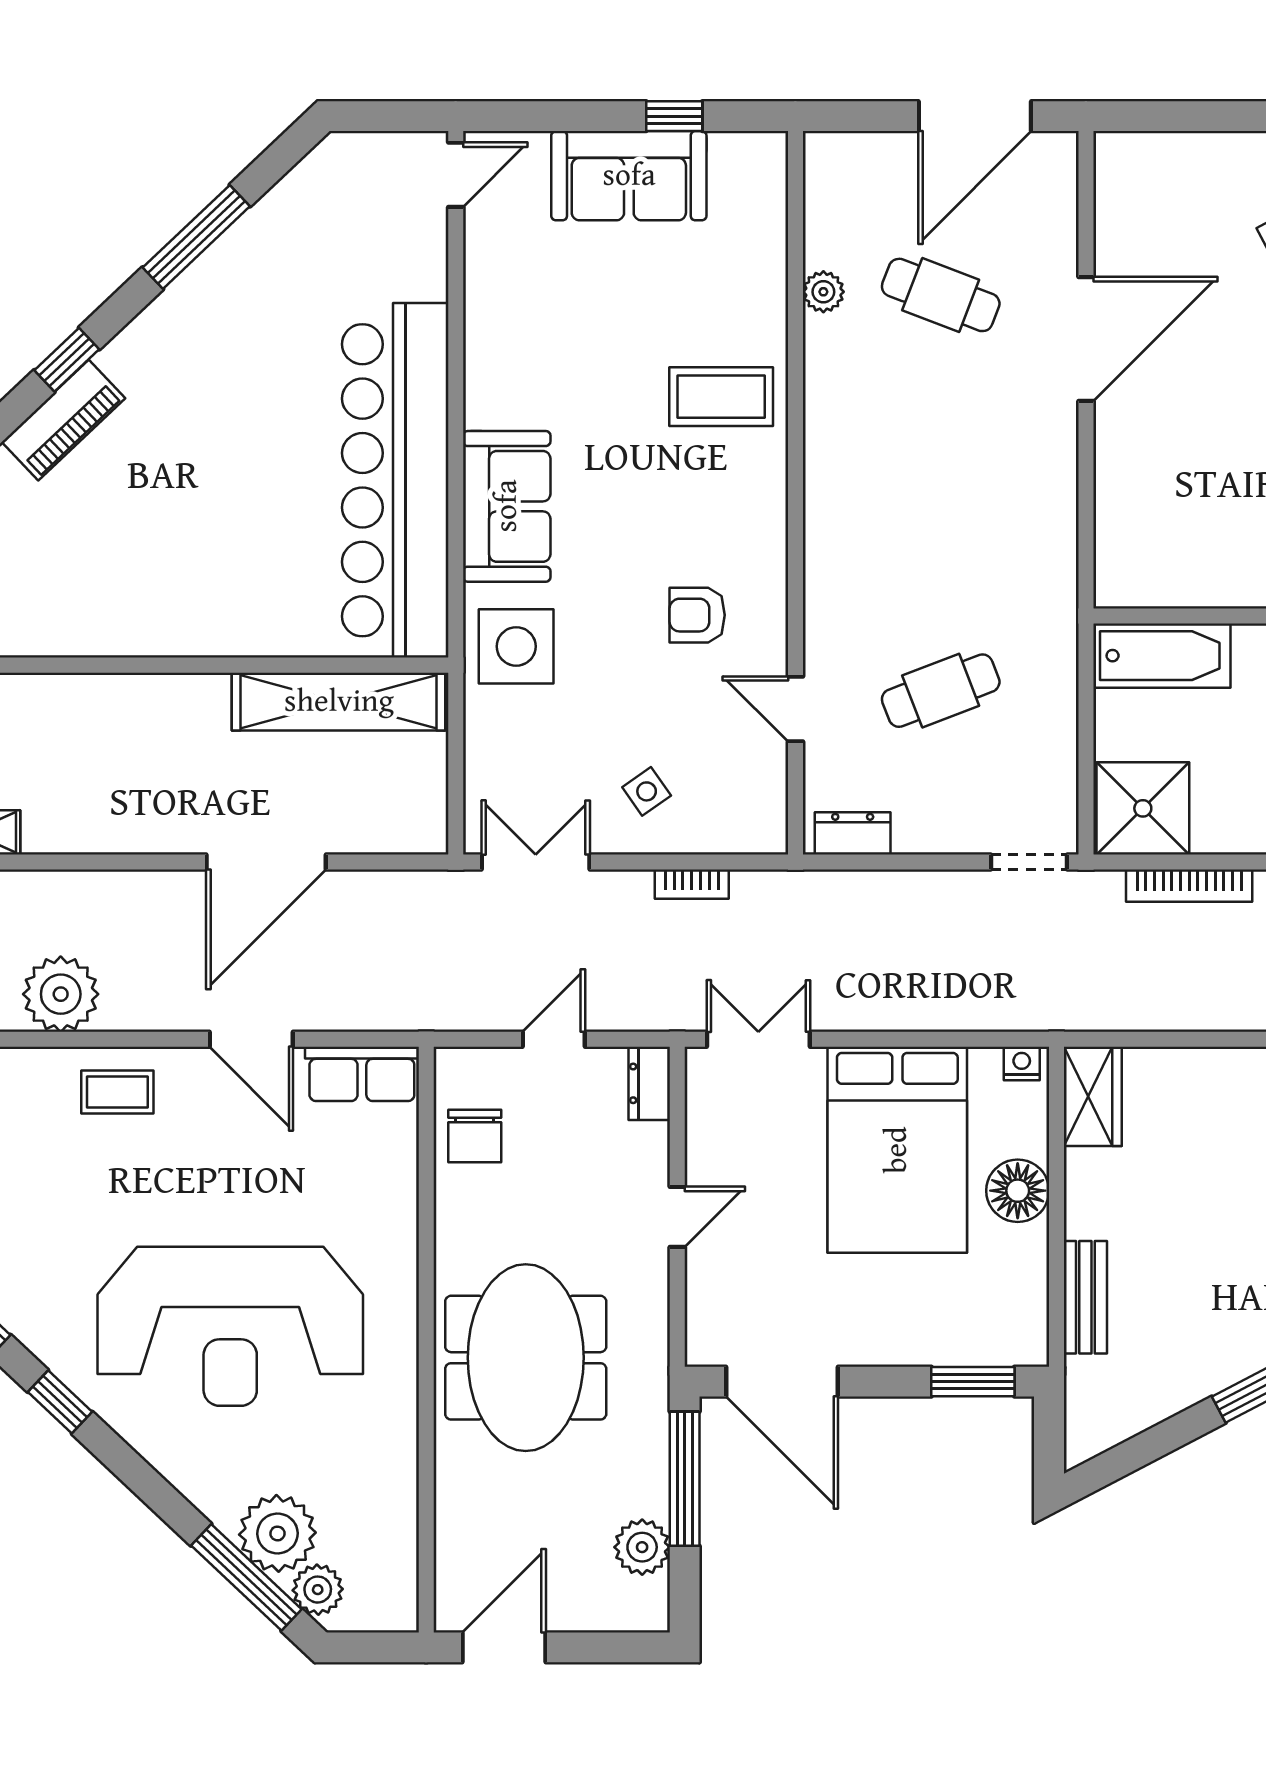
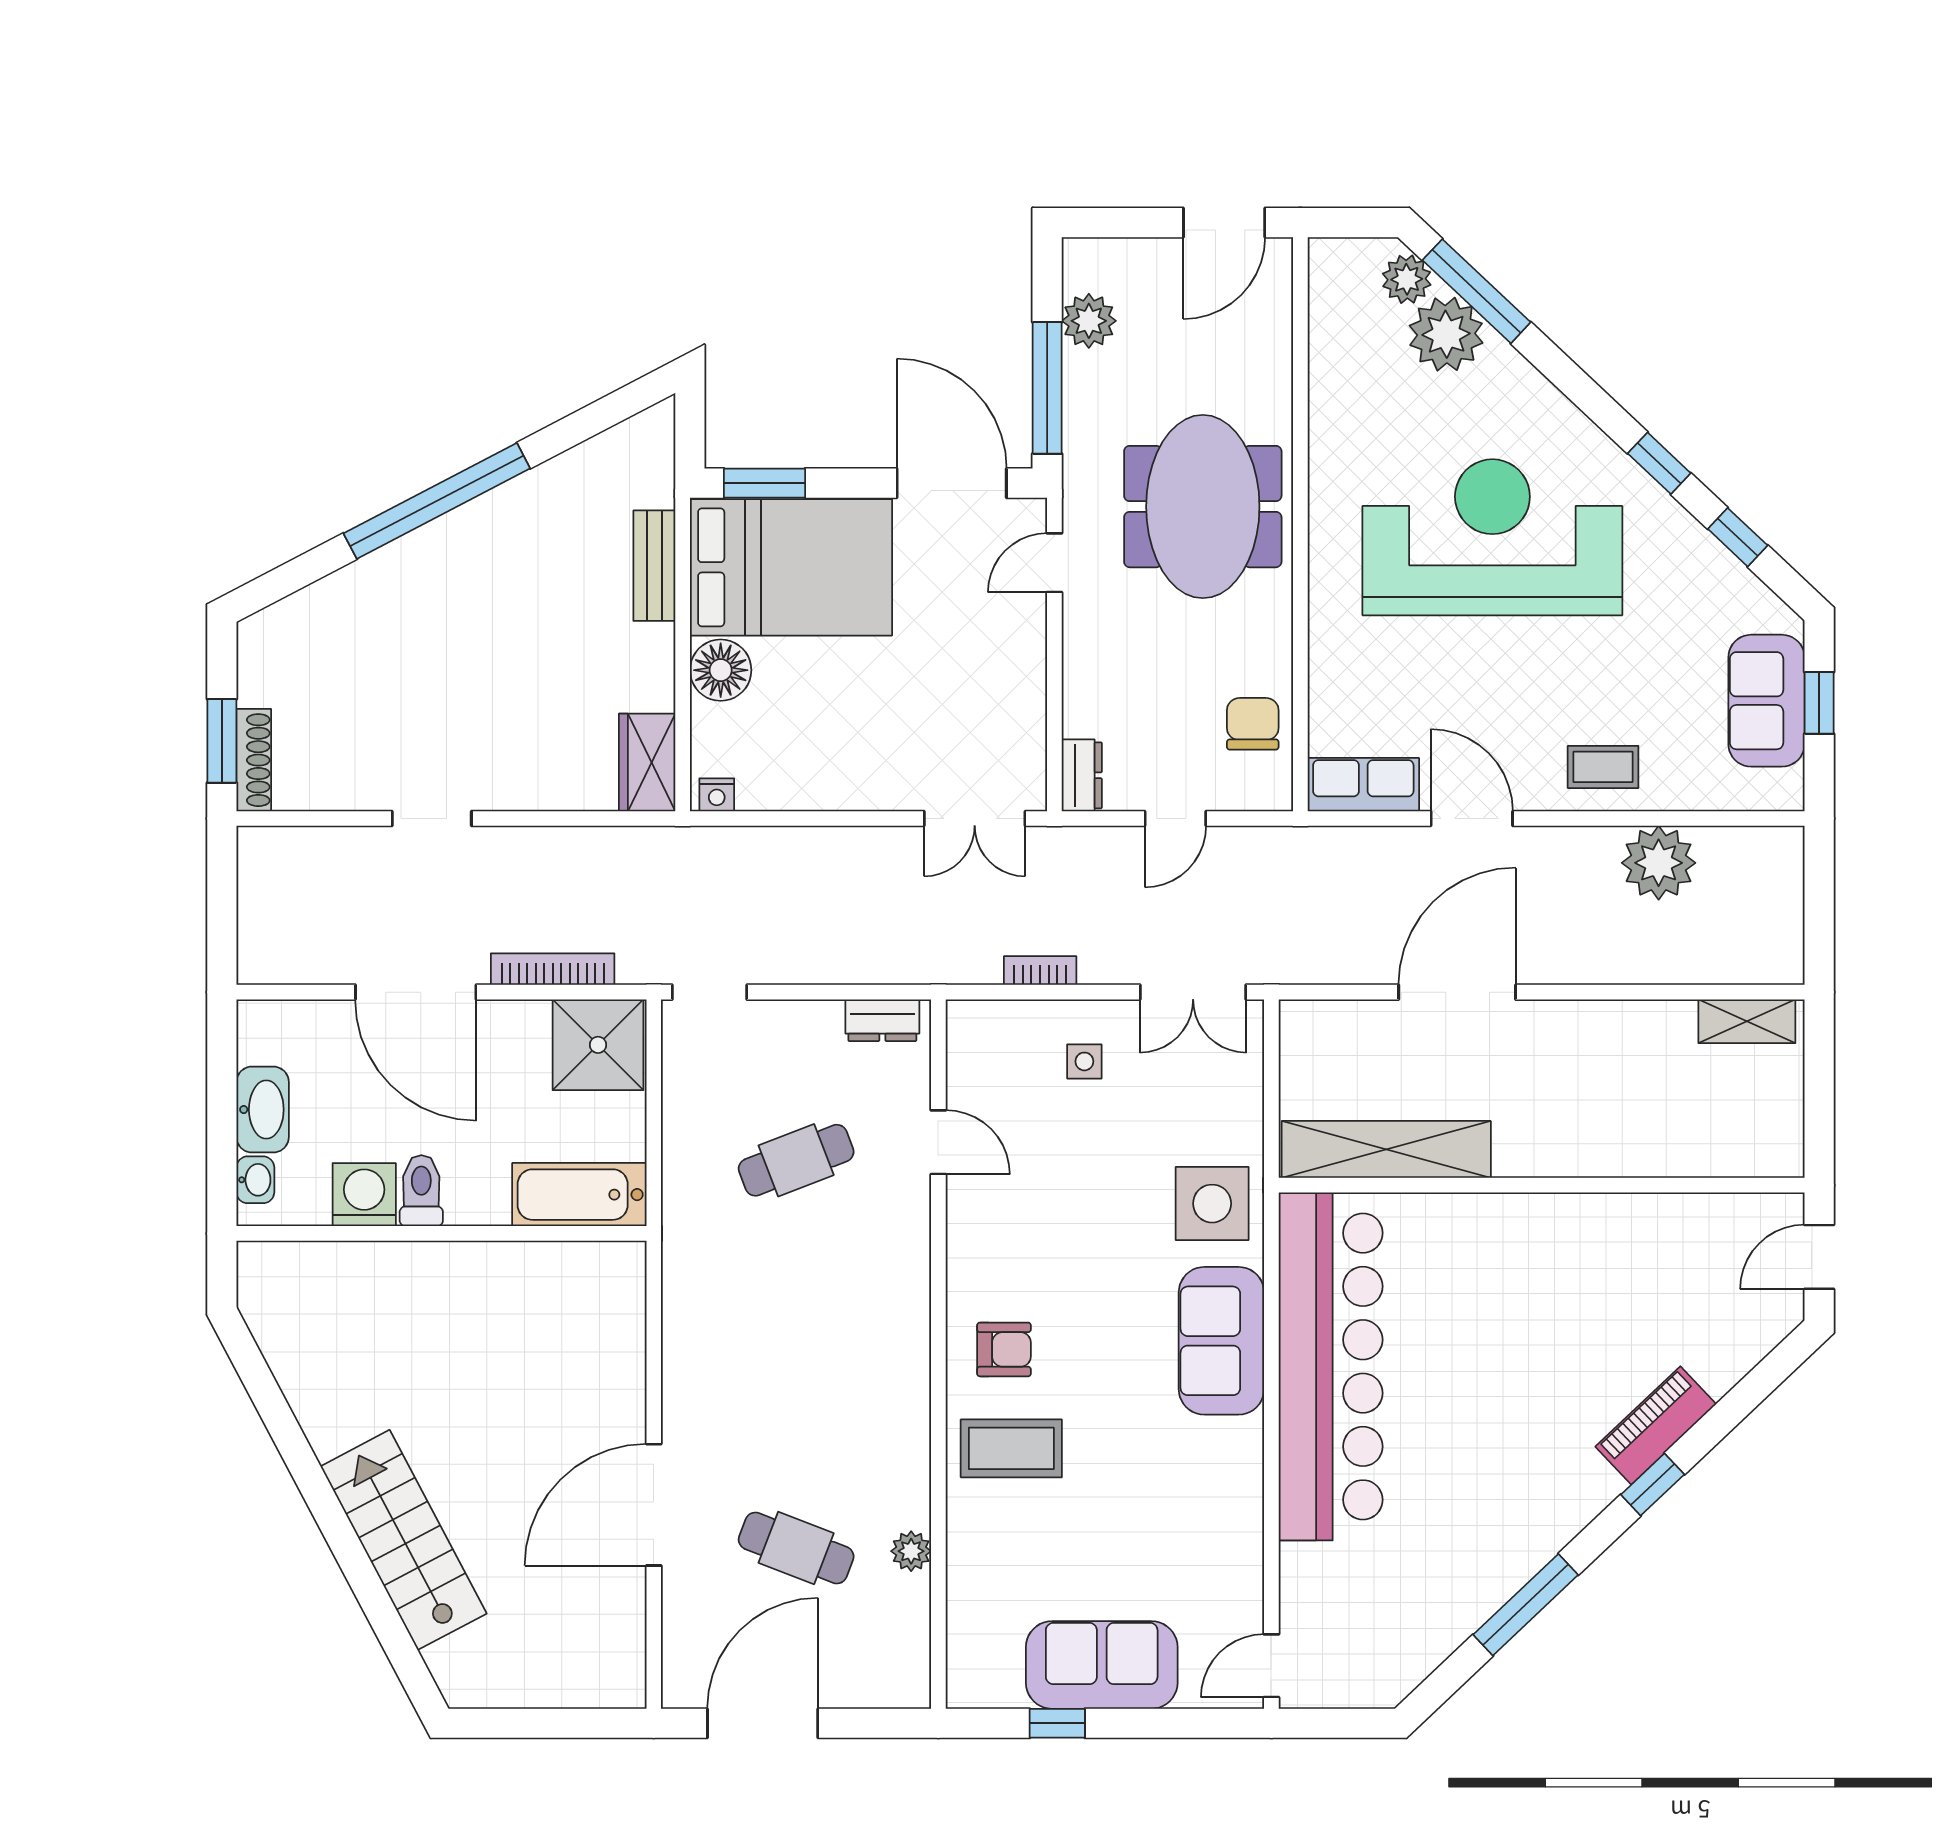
armchair: (697, 615) -> (1004, 1349), moved
side table: (647, 791) -> (1084, 1061), turned 35
bed: (897, 1150) -> (791, 567), moved, turned 90
door: (677, 1217) -> (1054, 563), moved

